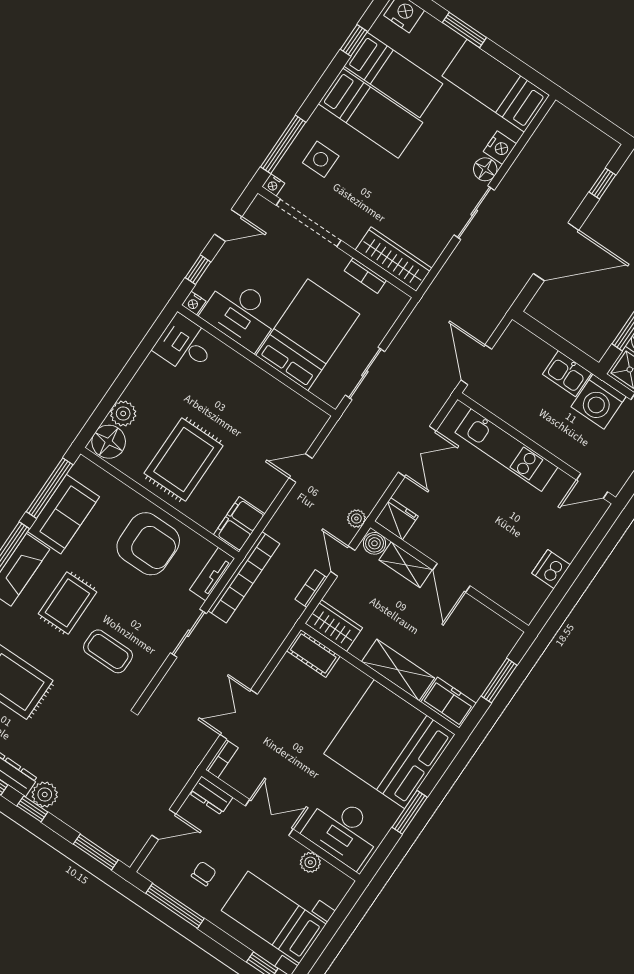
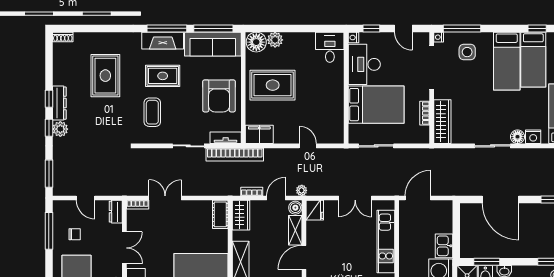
sofa: (64, 514) -> (213, 44), width x1.36

